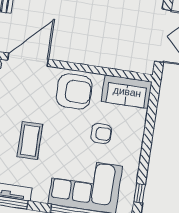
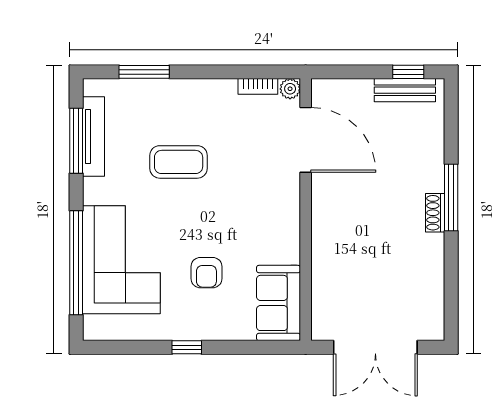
armchair: (74, 91) -> (267, 220), removed
window: (139, 193) -> (187, 347), moved

